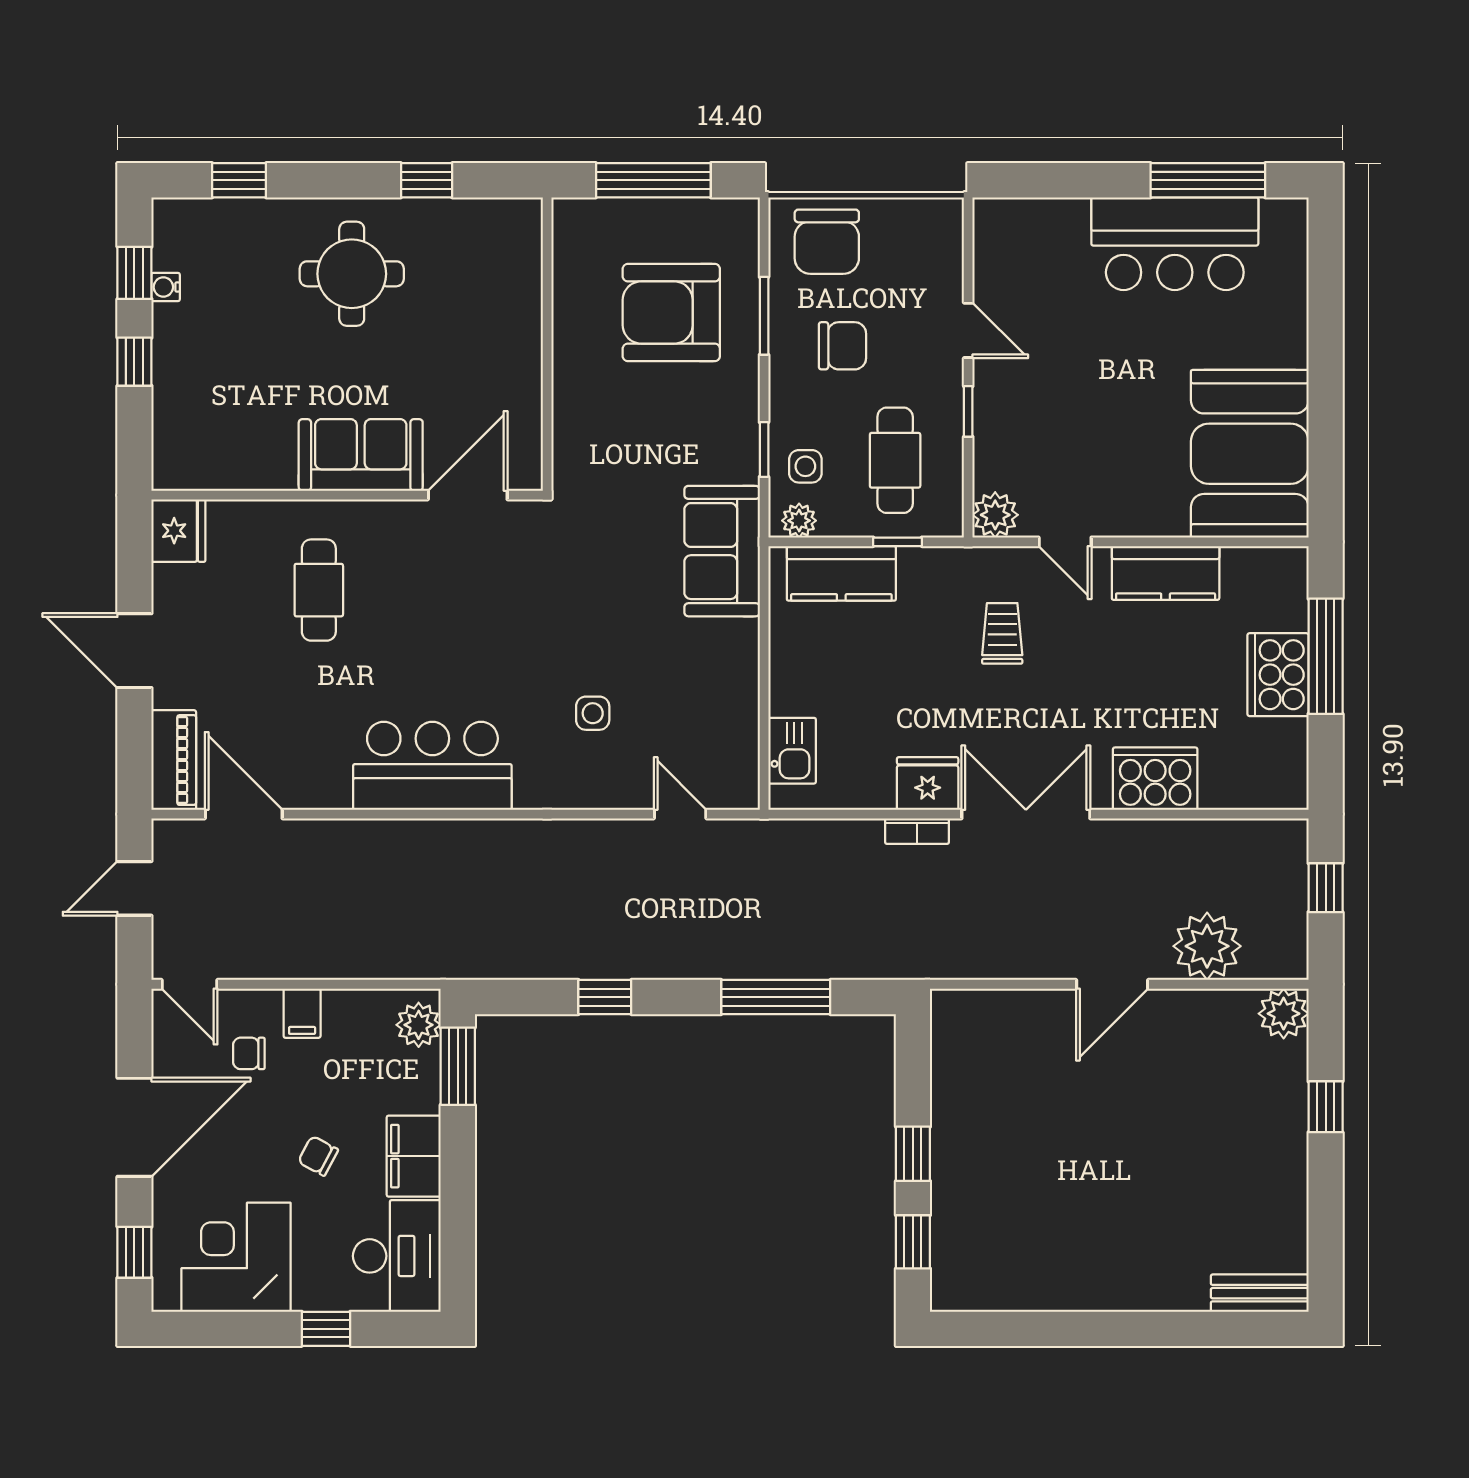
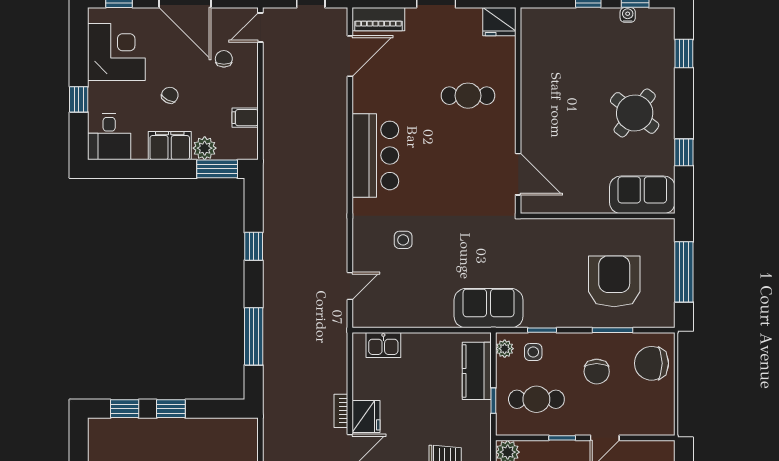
round table: (352, 274) -> (635, 113), turned 38
sofa: (361, 455) -> (642, 195), moved, turned -90
filing cabinet: (302, 1013) -> (245, 118), moved
plant: (419, 1025) -> (205, 148), moved
desk: (397, 1256) -> (109, 137), width x0.73

